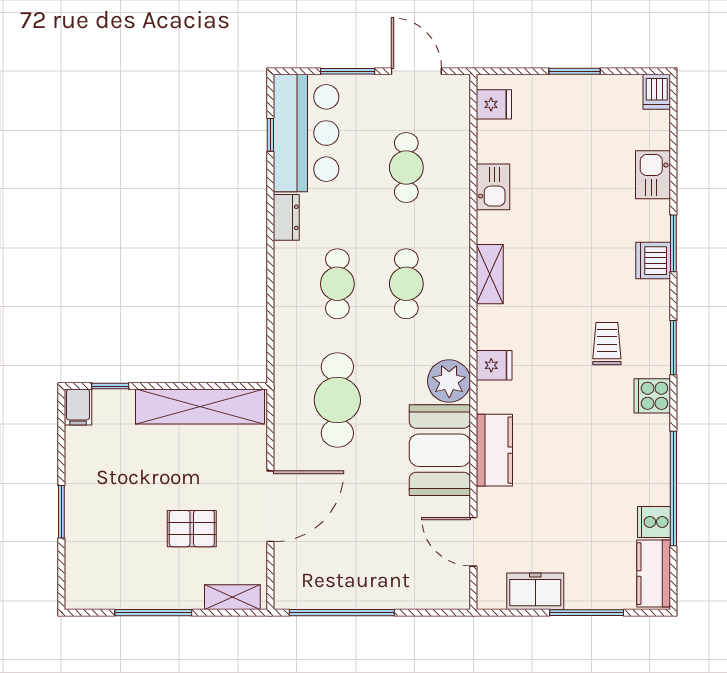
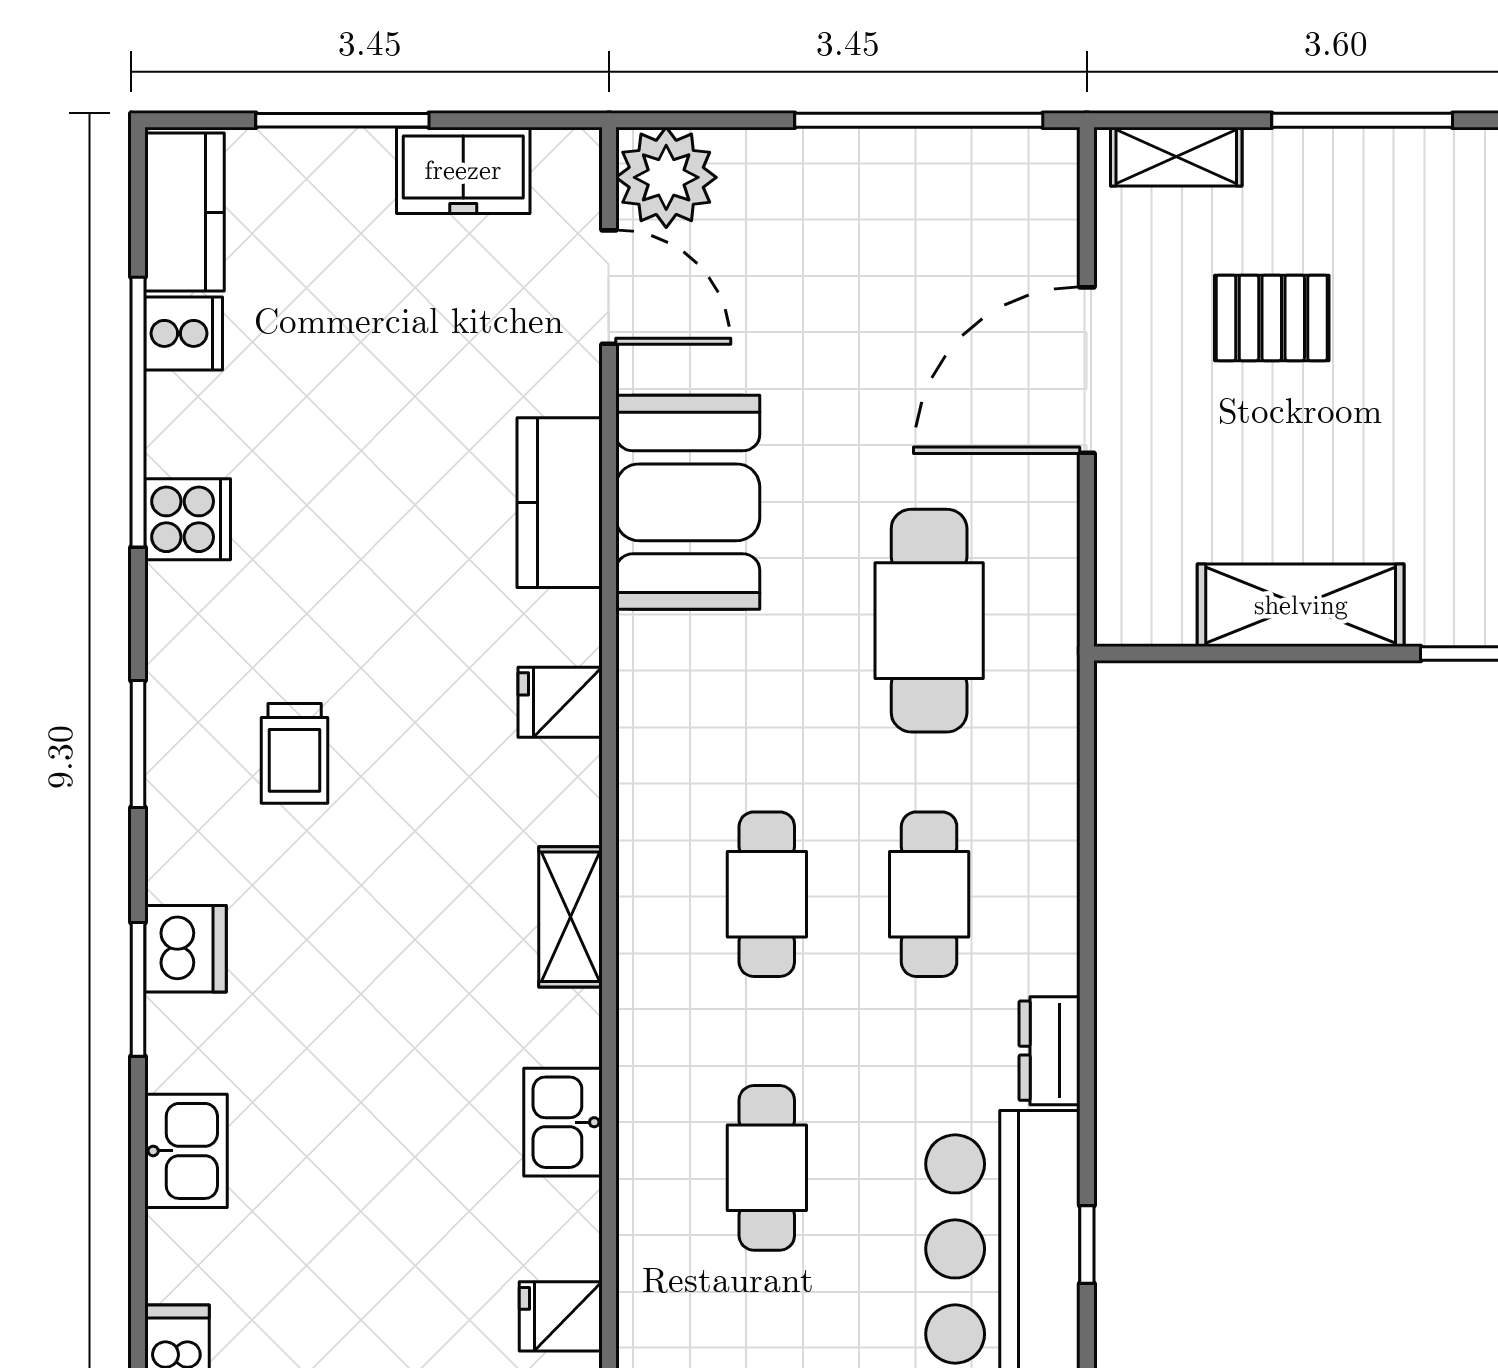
plant: (449, 381) -> (666, 177), moved
cooker: (652, 396) -> (188, 519), moved
shelving: (200, 407) -> (1301, 605), width x0.68

